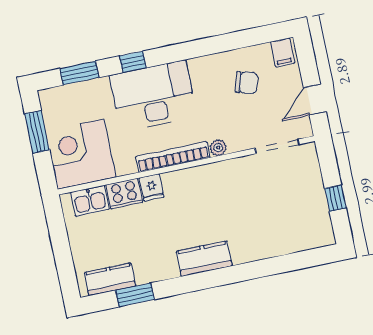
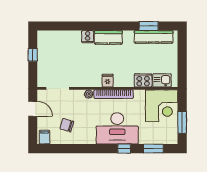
door: (315, 100) -> (33, 109), hinge flipped
fridge: (152, 187) -> (108, 81), moved
cooker: (242, 252) -> (88, 37), added
kitchen counter: (110, 279) -> (154, 37), width x1.50

